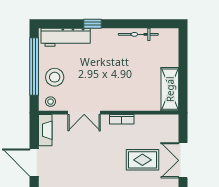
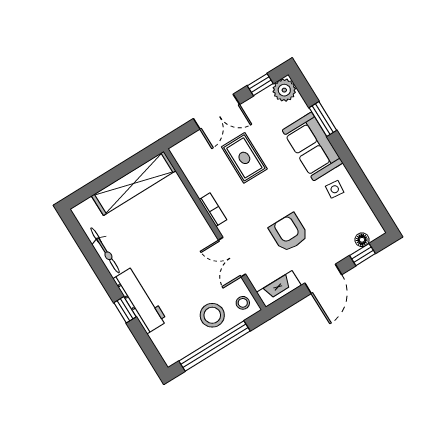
workbench: (66, 37) -> (140, 300), moved
shelving: (170, 89) -> (134, 183), width x1.47
double door: (84, 113) -> (232, 257), swing flipped
armchair: (77, 159) -> (289, 233), added

